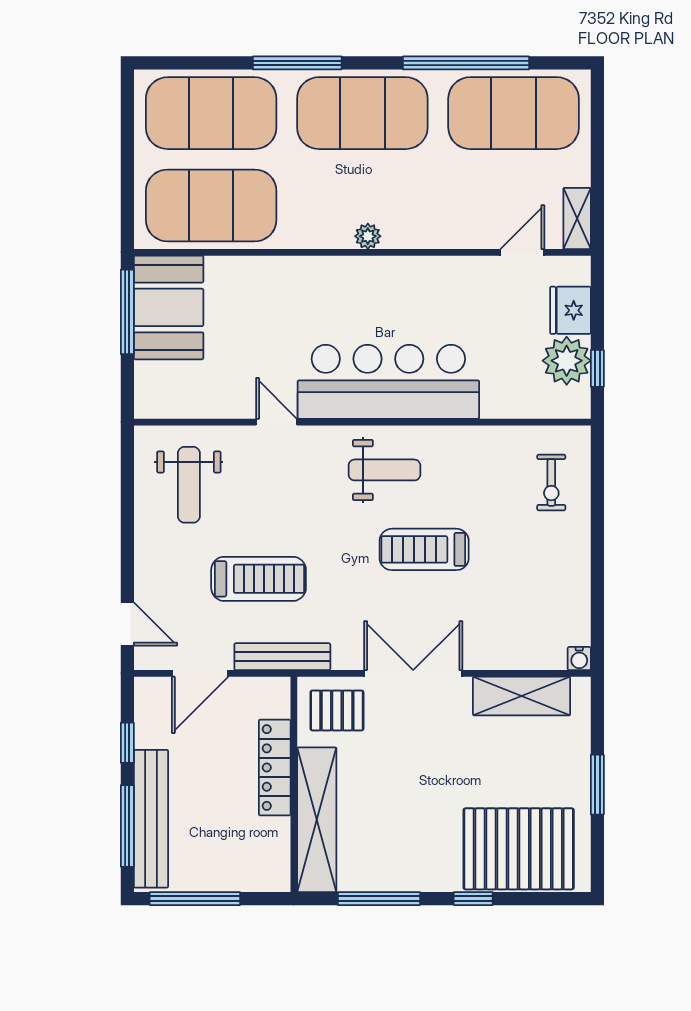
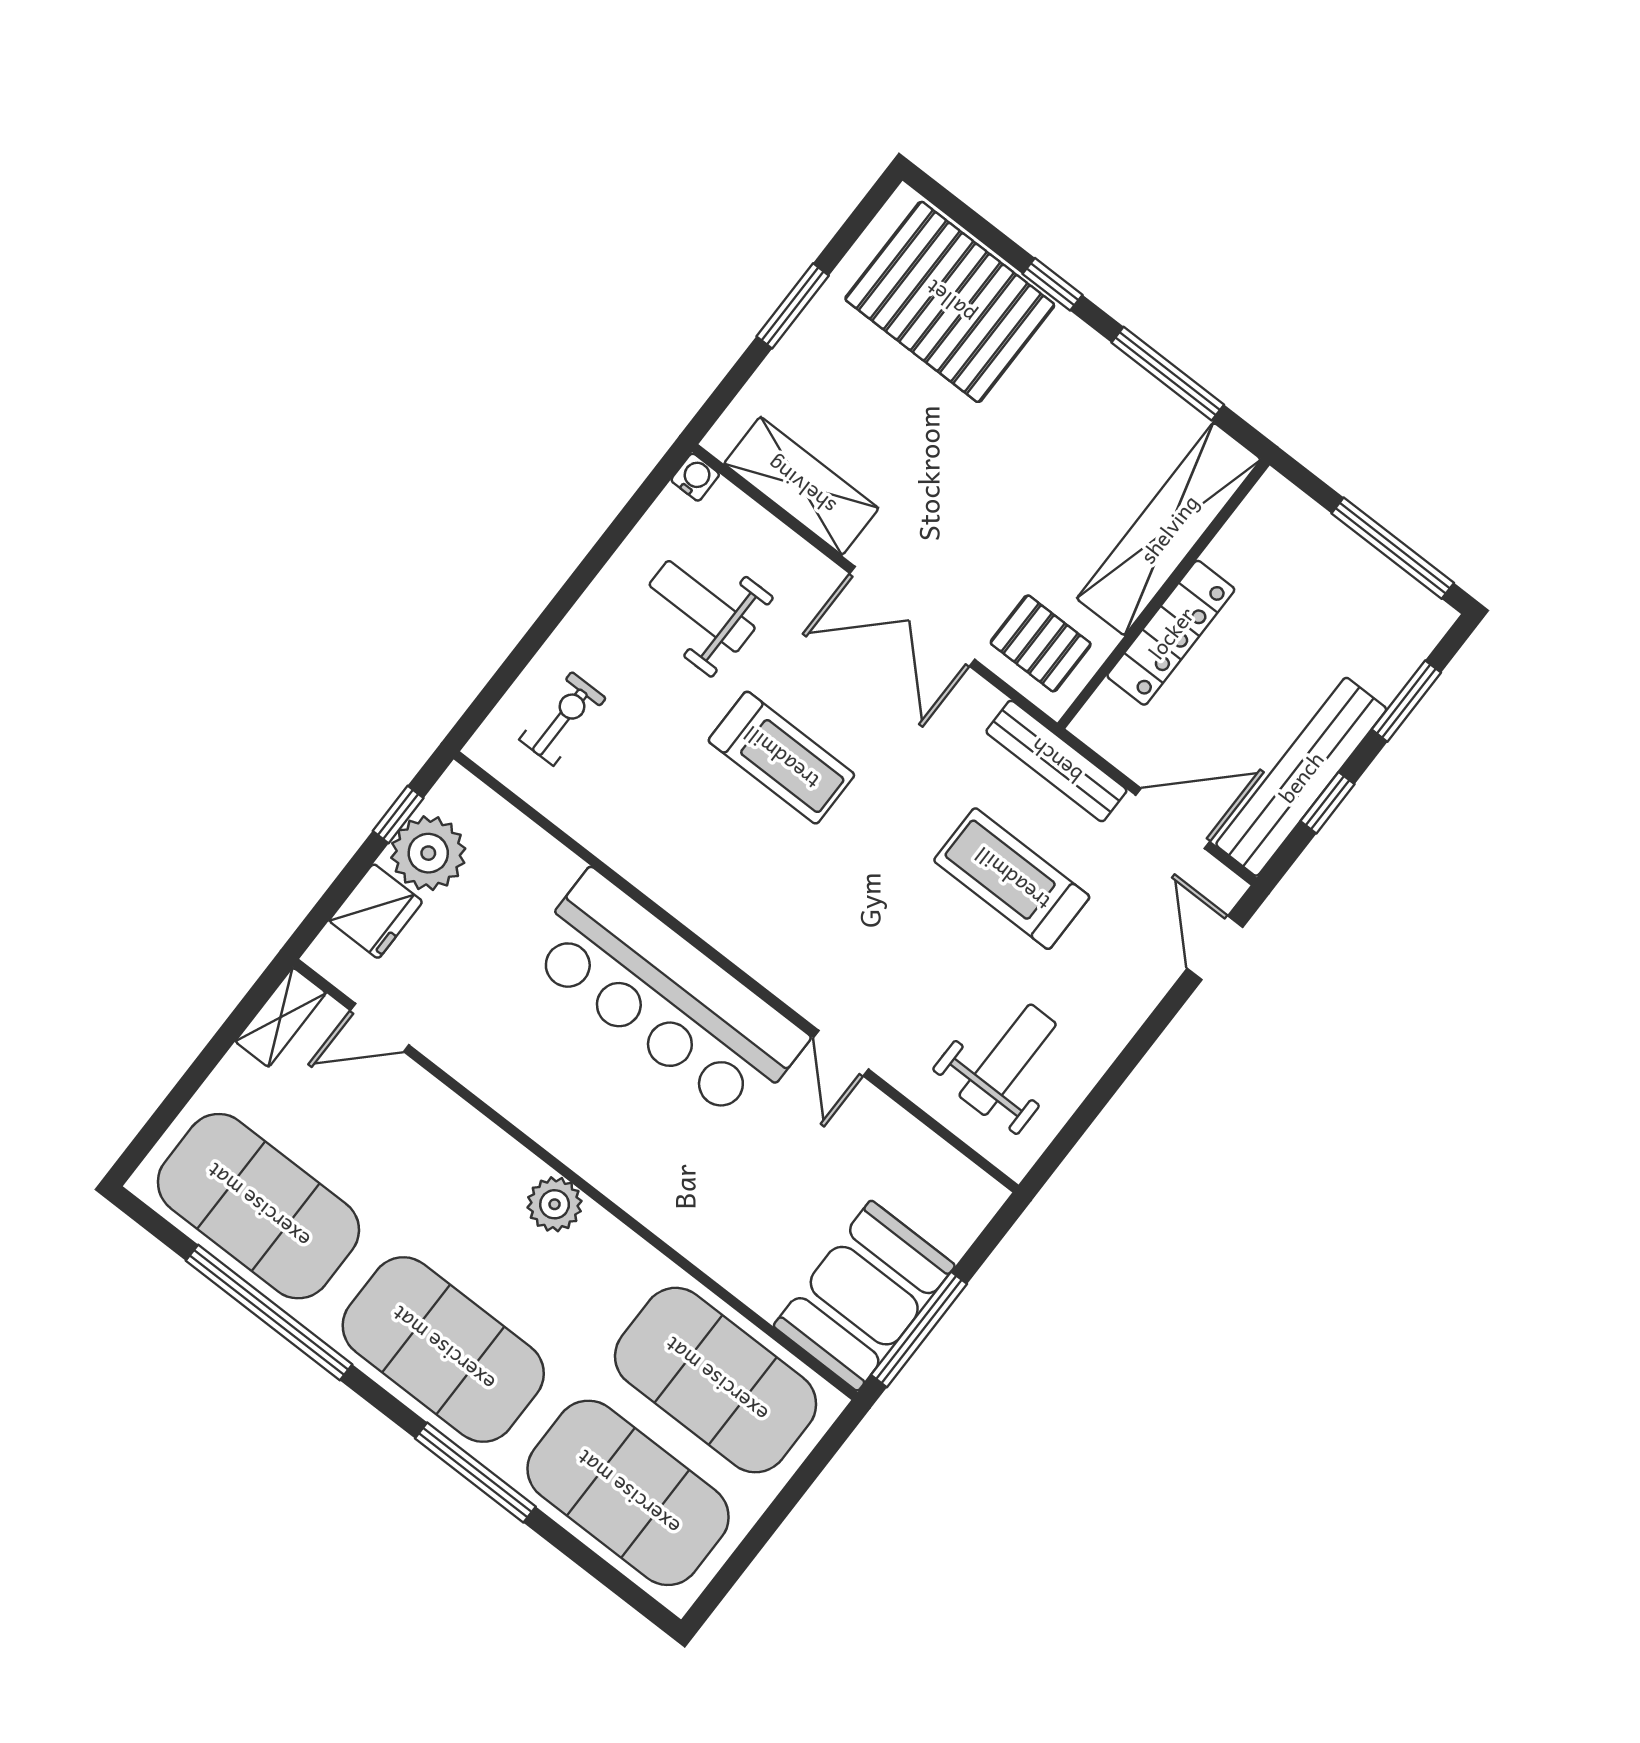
plant: (368, 236) -> (555, 1204), width x1.38, depth x1.38
weight bench: (384, 470) -> (702, 606), moved
bench: (151, 819) -> (1301, 777), moved
window: (127, 826) -> (1406, 701), width x0.69

